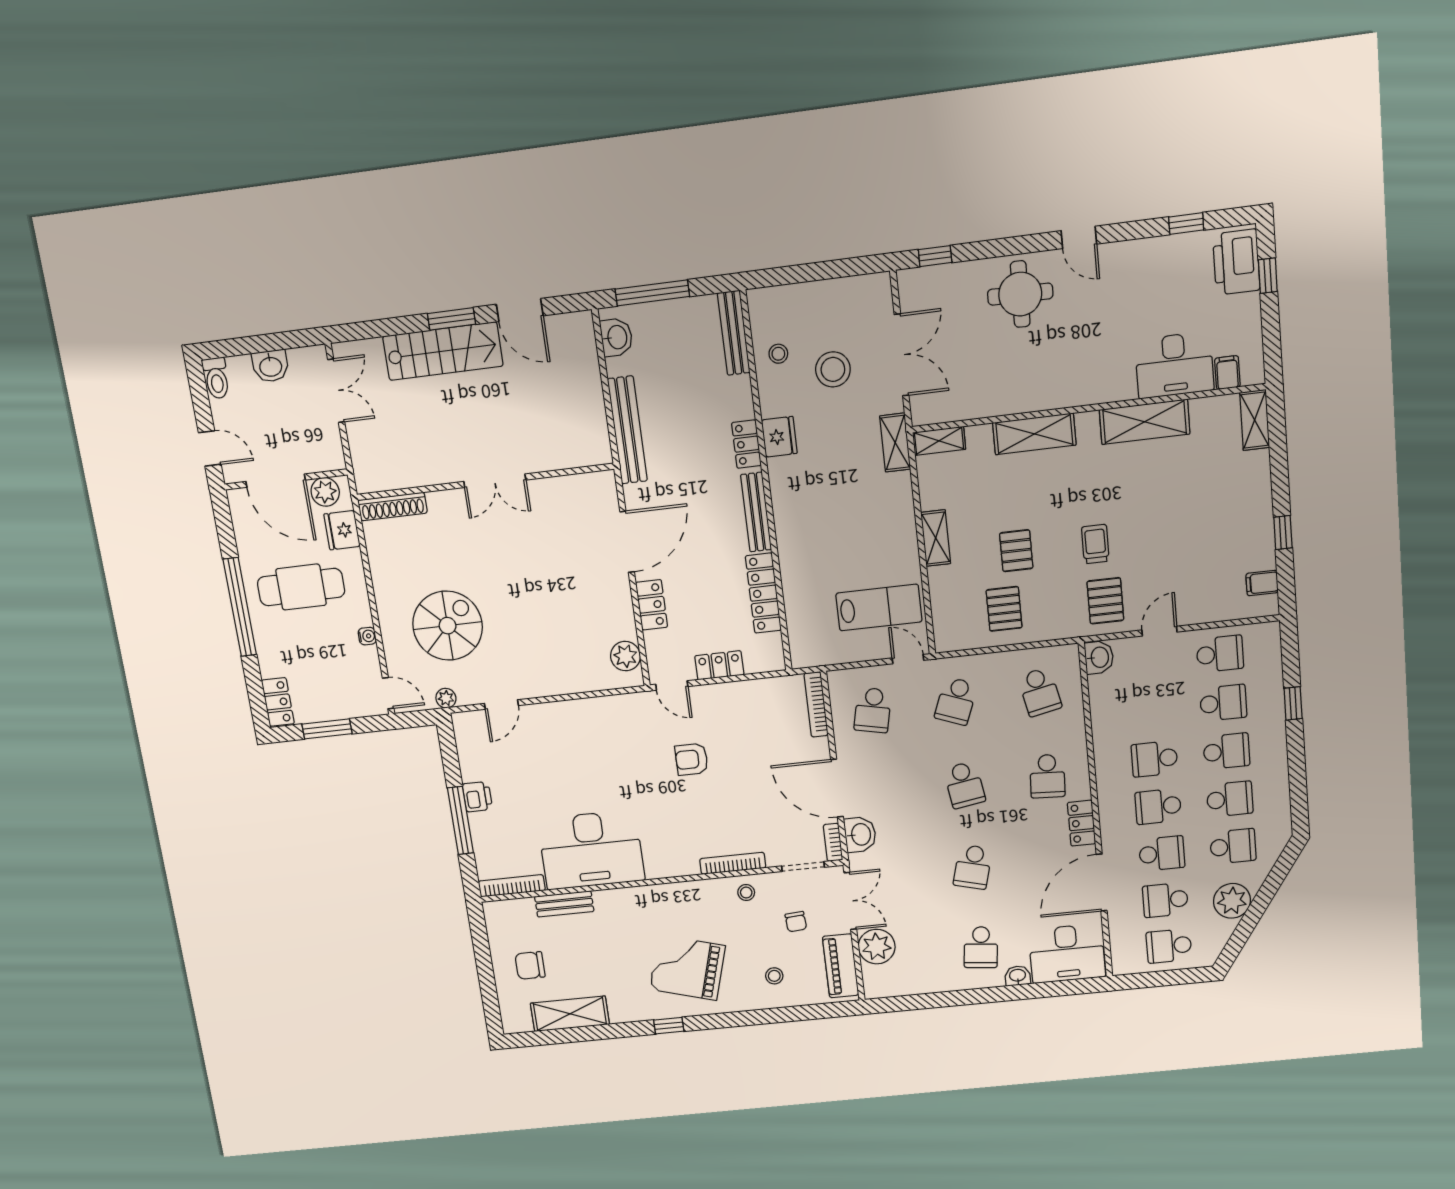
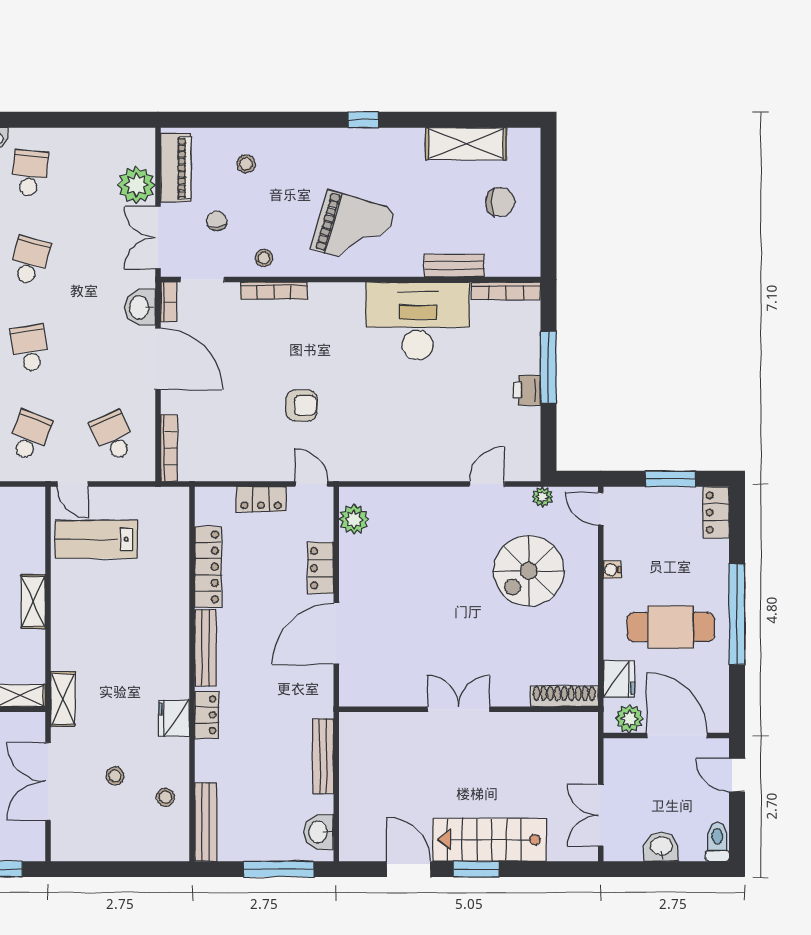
stool: (833, 369) -> (115, 776), width x0.53, depth x0.53
bench: (627, 430) -> (323, 756), width x0.73, depth x0.82
school desk: (873, 710) -> (113, 436), turned -36
grand piano: (687, 968) -> (353, 229), moved

